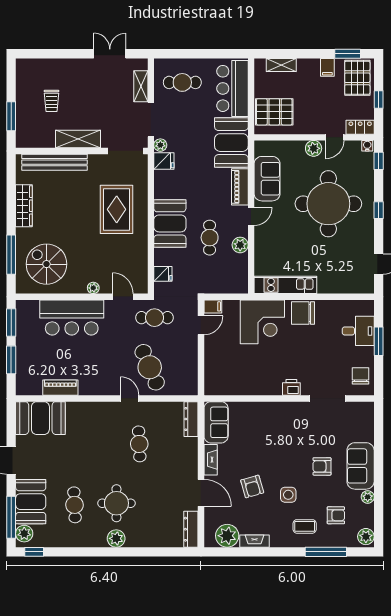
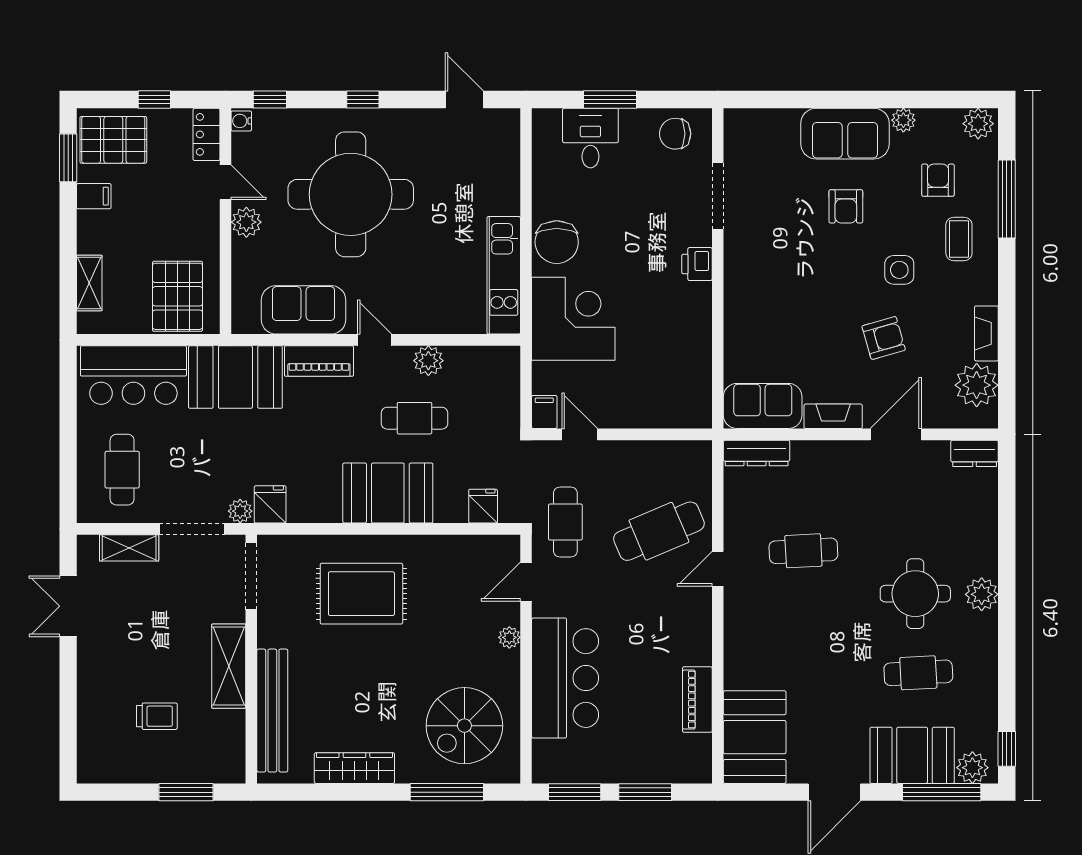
dresser: (191, 529) -> (975, 453), width x0.70

